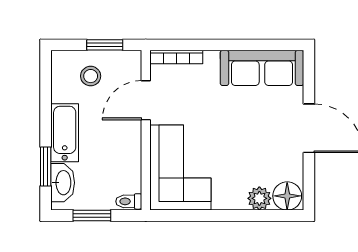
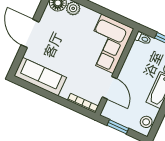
stool: (91, 76) -> (146, 122), moved
door: (146, 100) -> (109, 88), hinge flipped

